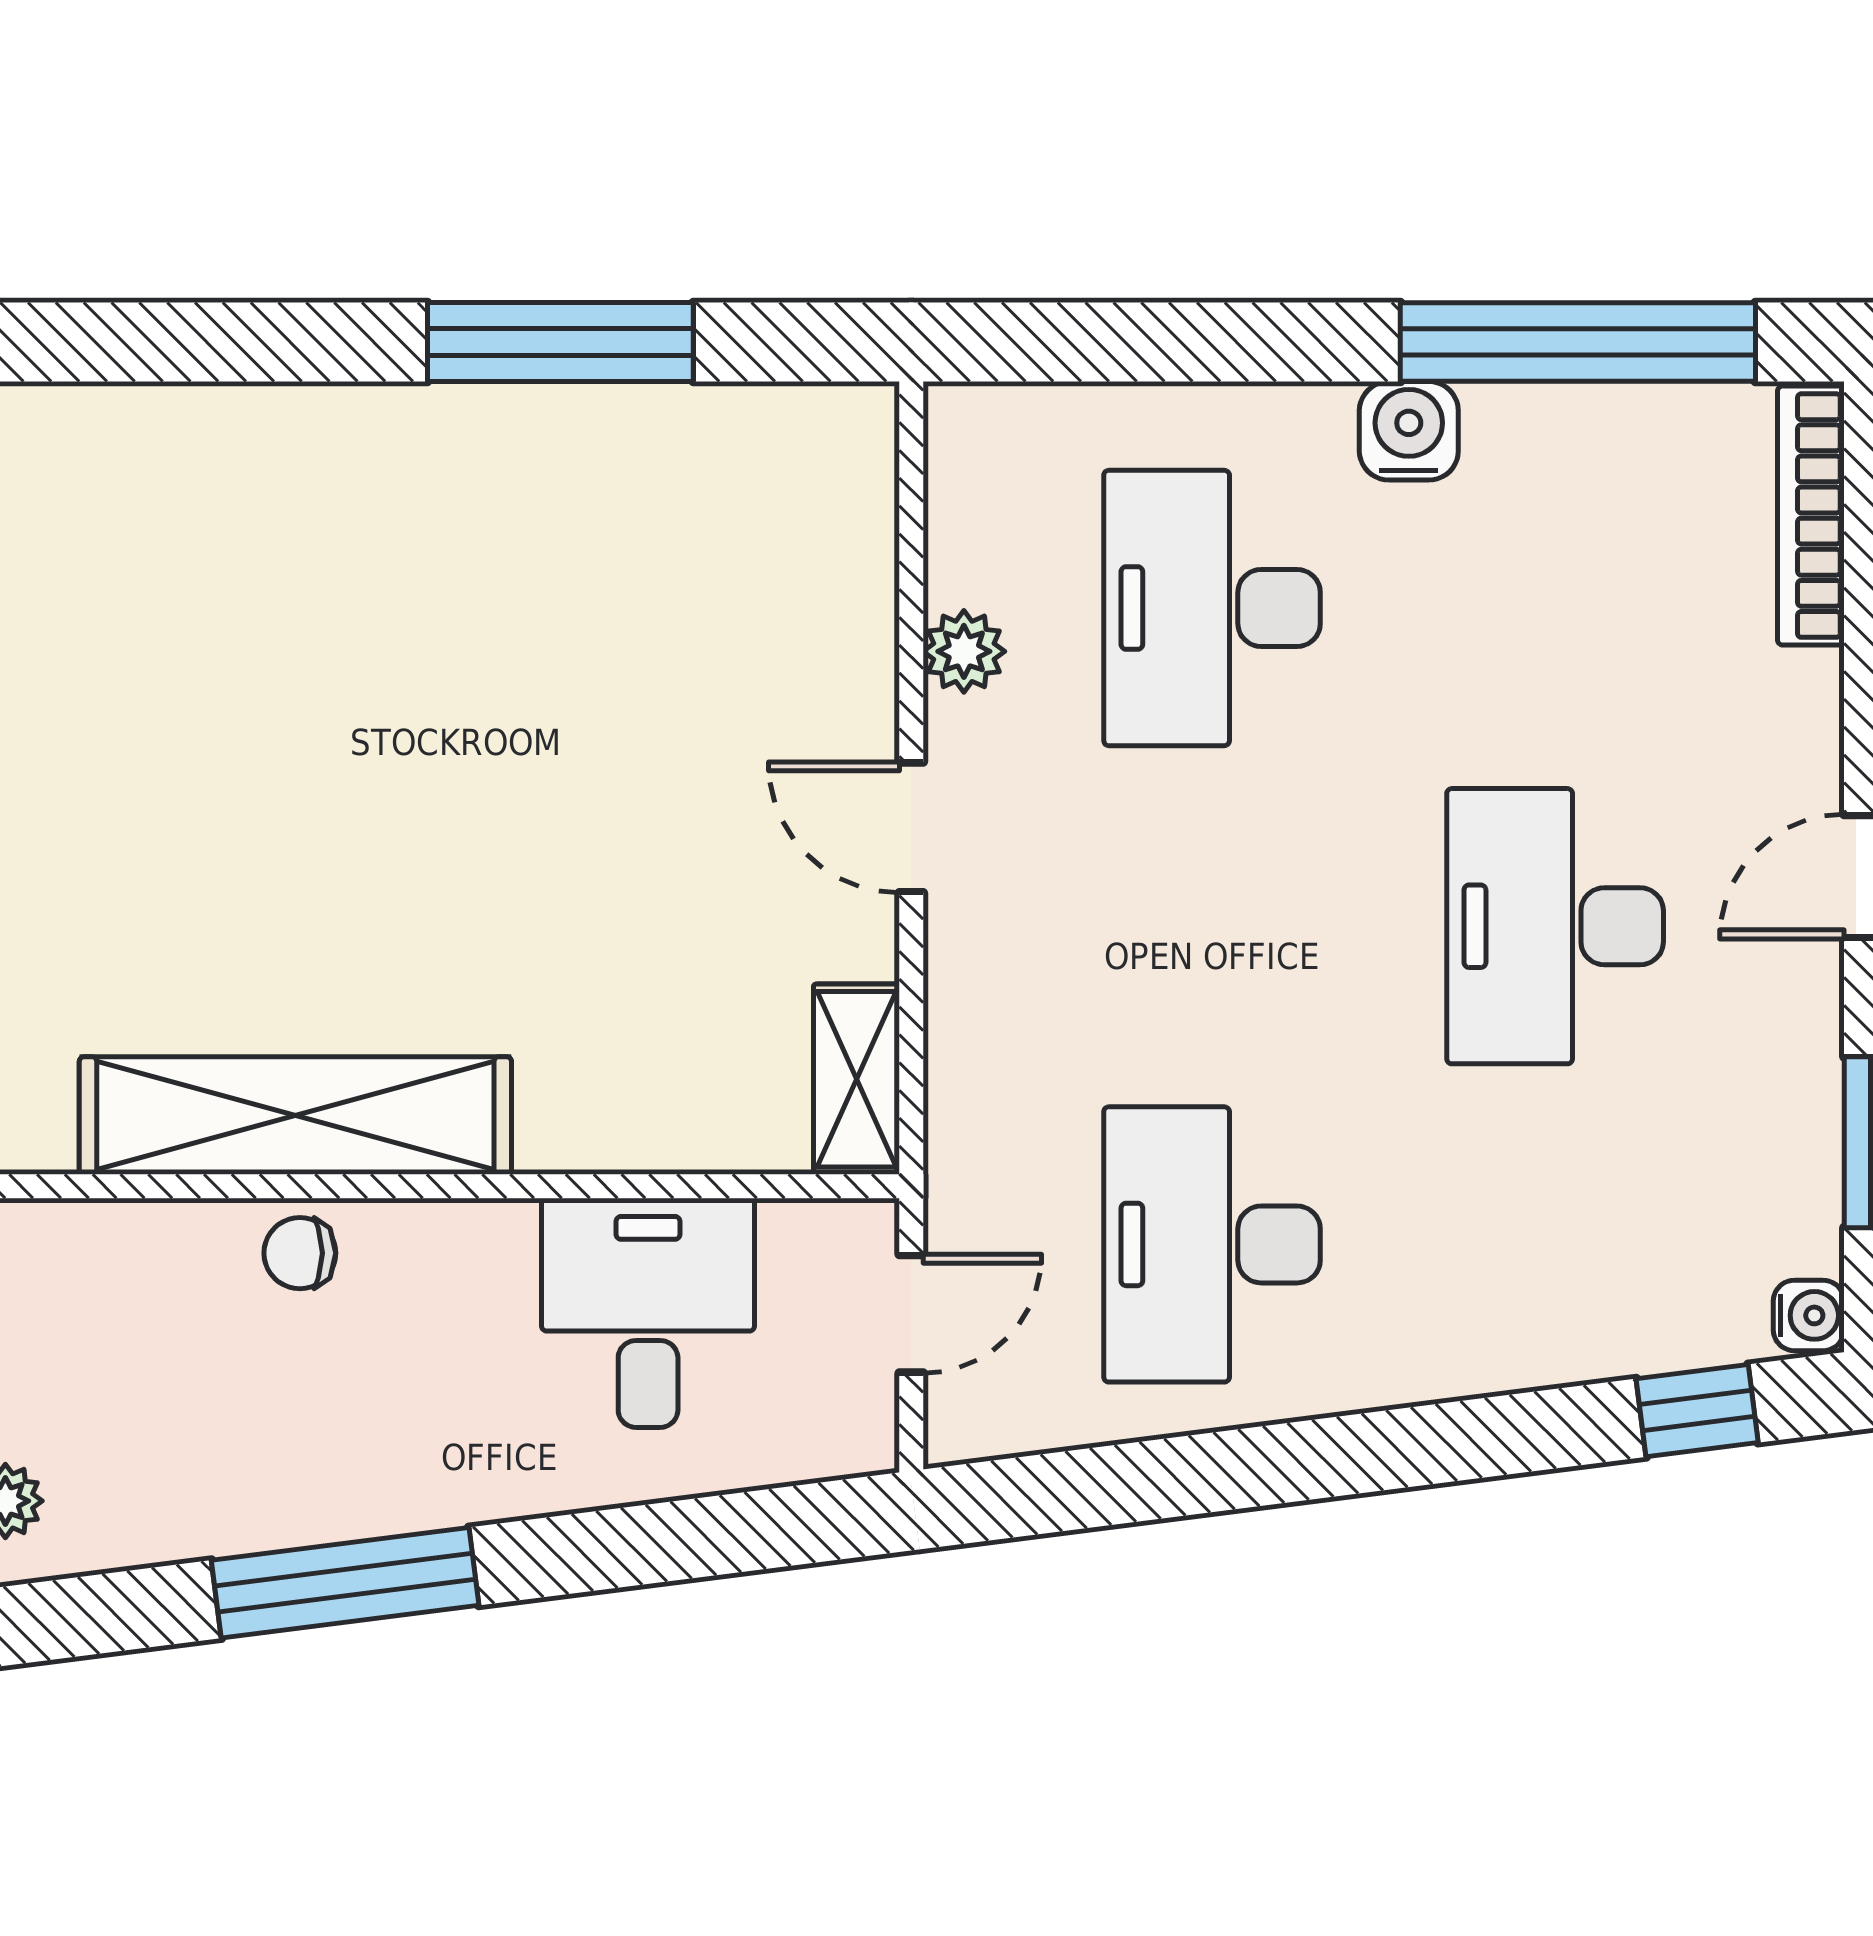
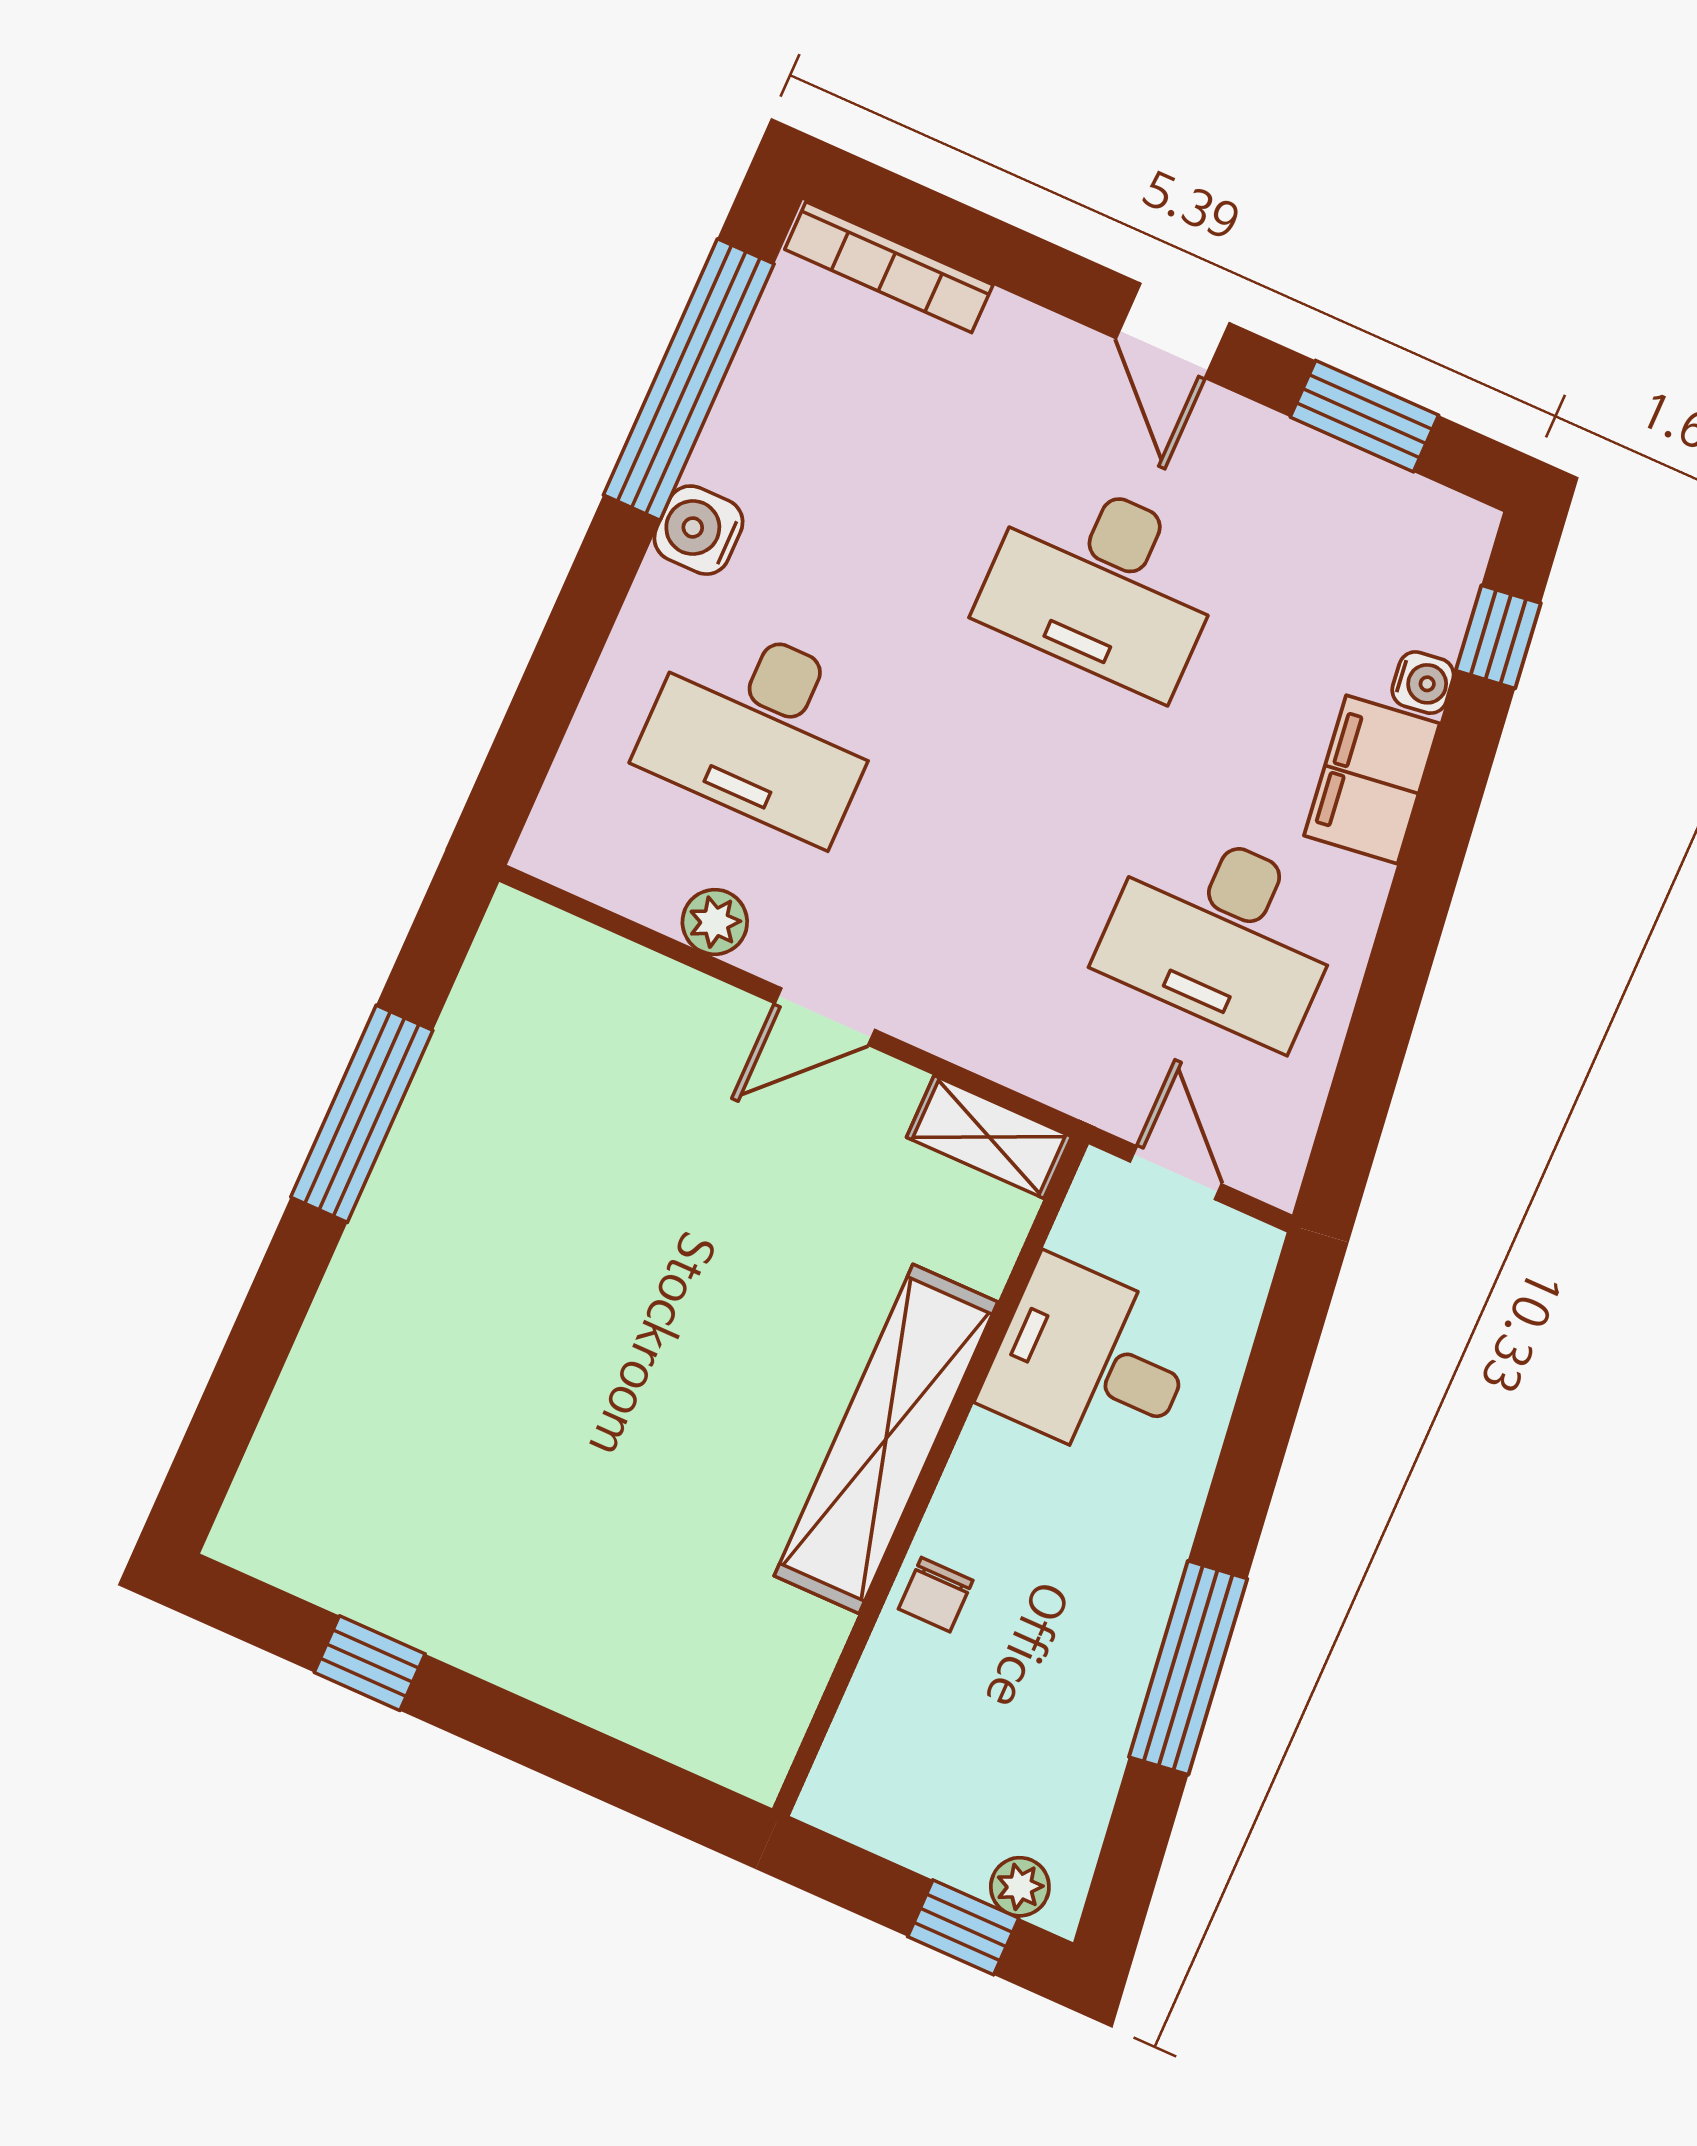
shelving: (295, 1116) -> (886, 1439), moved
water cooler: (1809, 1315) -> (1423, 683), moved, turned 83
filing cabinet: (1467, 1338) -> (1372, 779), added

